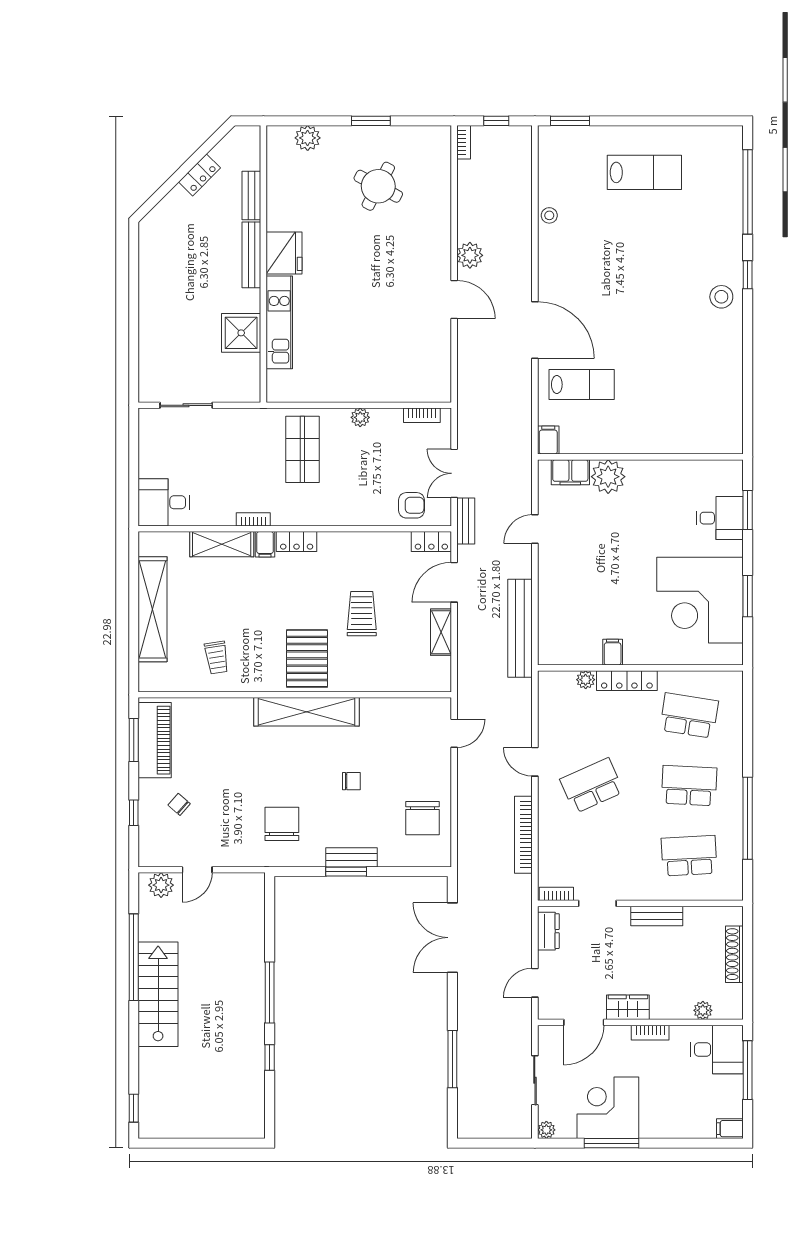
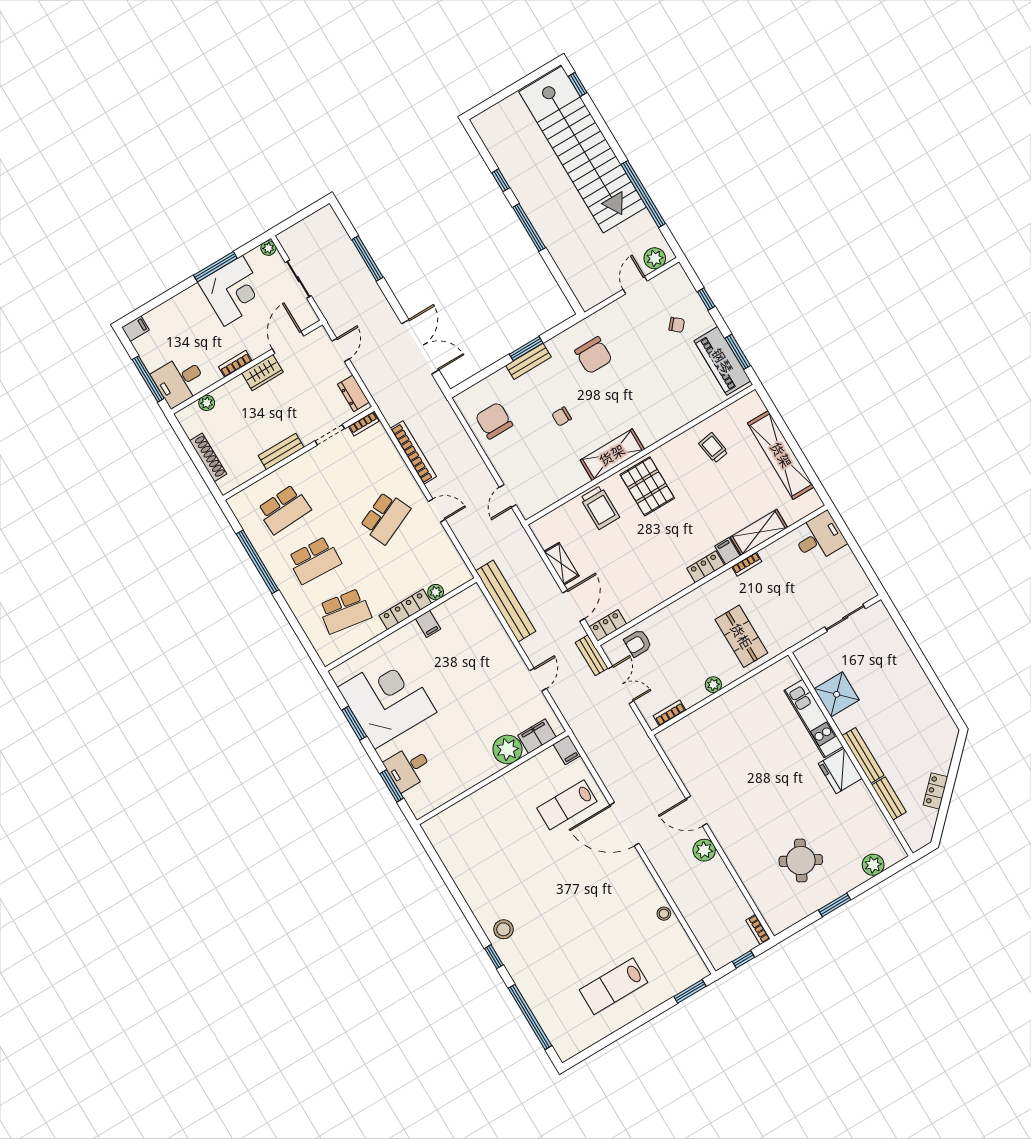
trolley: (362, 614) -> (600, 508), moved
shelving: (306, 712) -> (612, 455), width x0.68
stairs: (158, 994) -> (583, 149), width x1.86, depth x1.51

